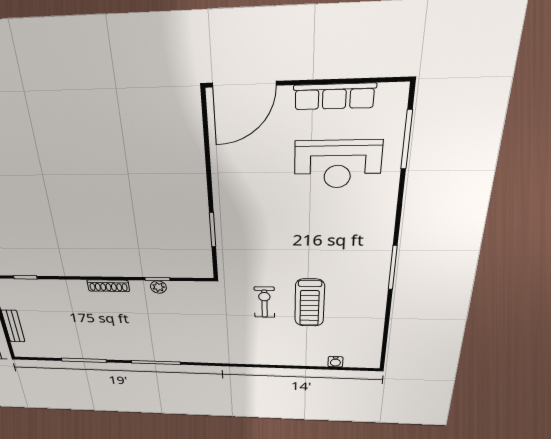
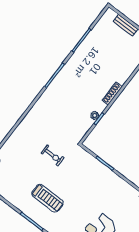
treadmill: (310, 303) -> (47, 198), moved, turned 180

